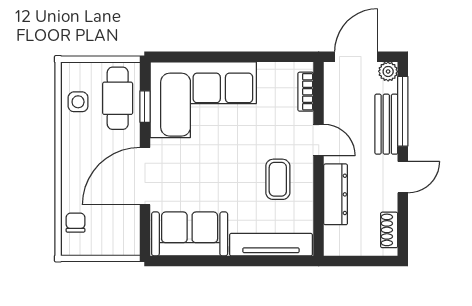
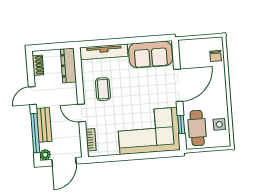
dresser: (336, 194) -> (68, 65), moved

